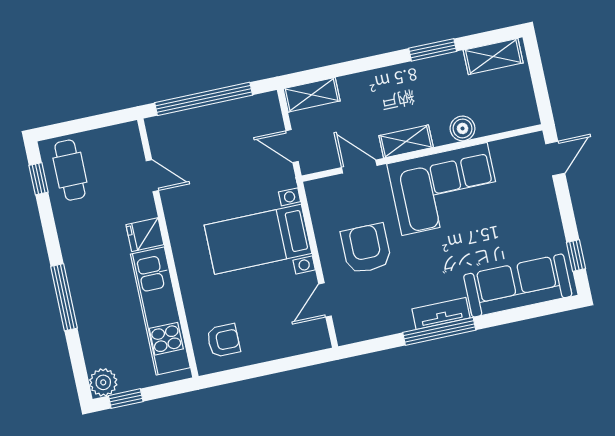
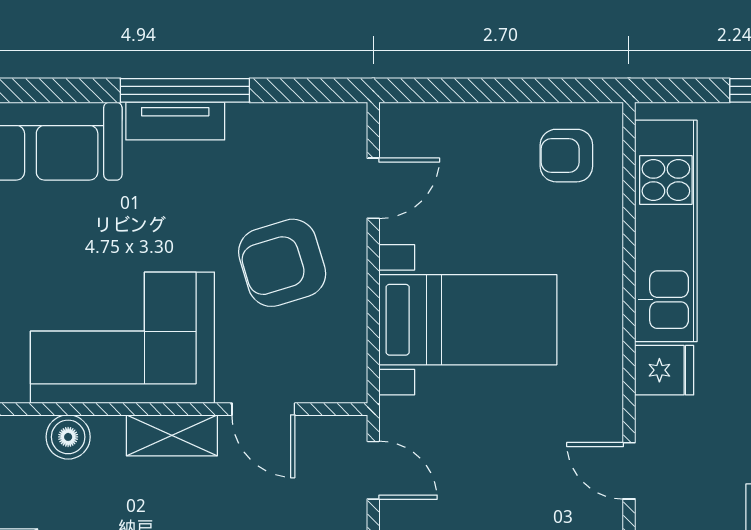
armchair: (366, 249) -> (282, 263), turned 73

